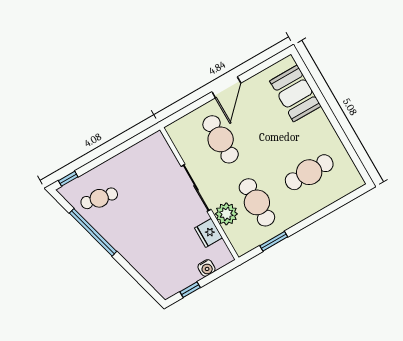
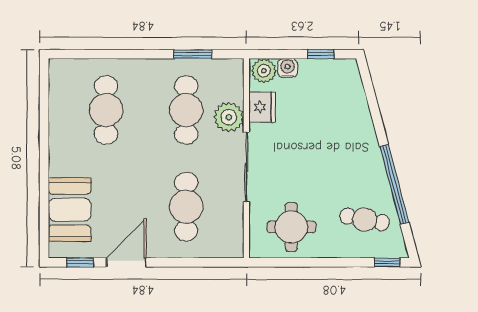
window: (269, 63) -> (80, 262), added
door: (226, 87) -> (126, 262), moved
round table: (144, 166) -> (291, 227), added
cafe table: (309, 172) -> (106, 110), turned 90
plant: (221, 257) -> (264, 71), added

